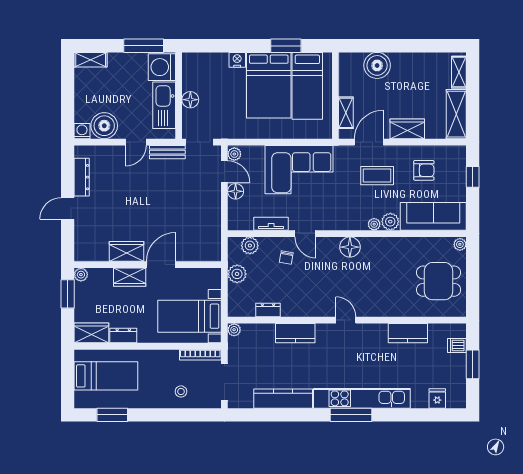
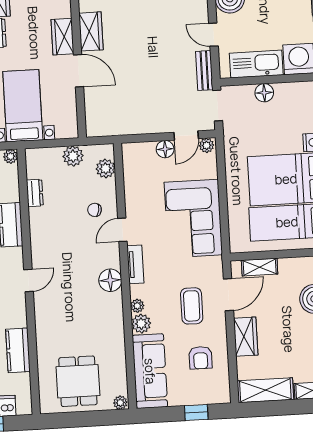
door: (369, 142) -> (228, 295), hinge flipped
tv unit: (271, 224) -> (135, 264), moved

